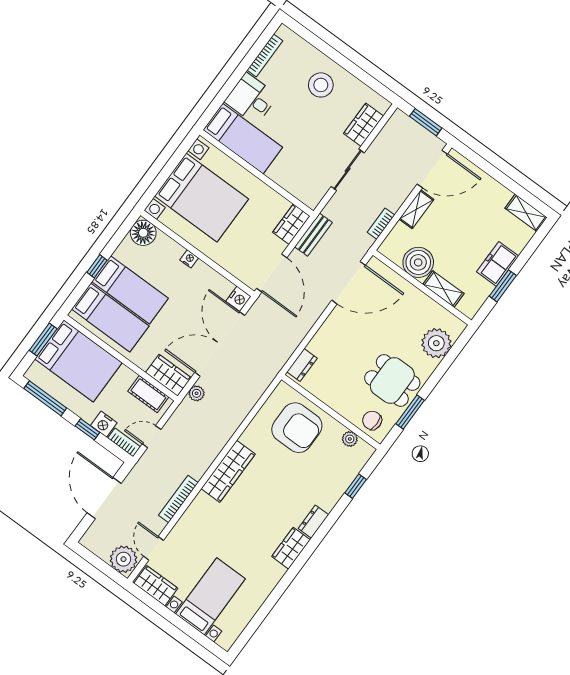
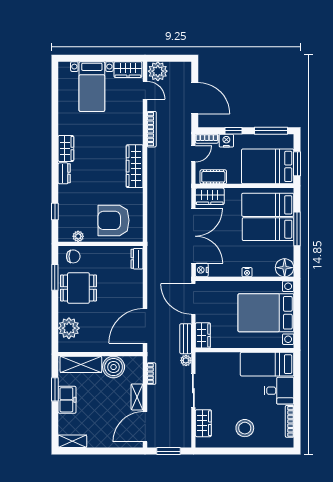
window: (97, 266) -> (297, 229), width x2.17
shelving: (443, 289) -> (81, 364), width x1.50, depth x1.33
plant: (197, 393) -> (186, 360), moved

